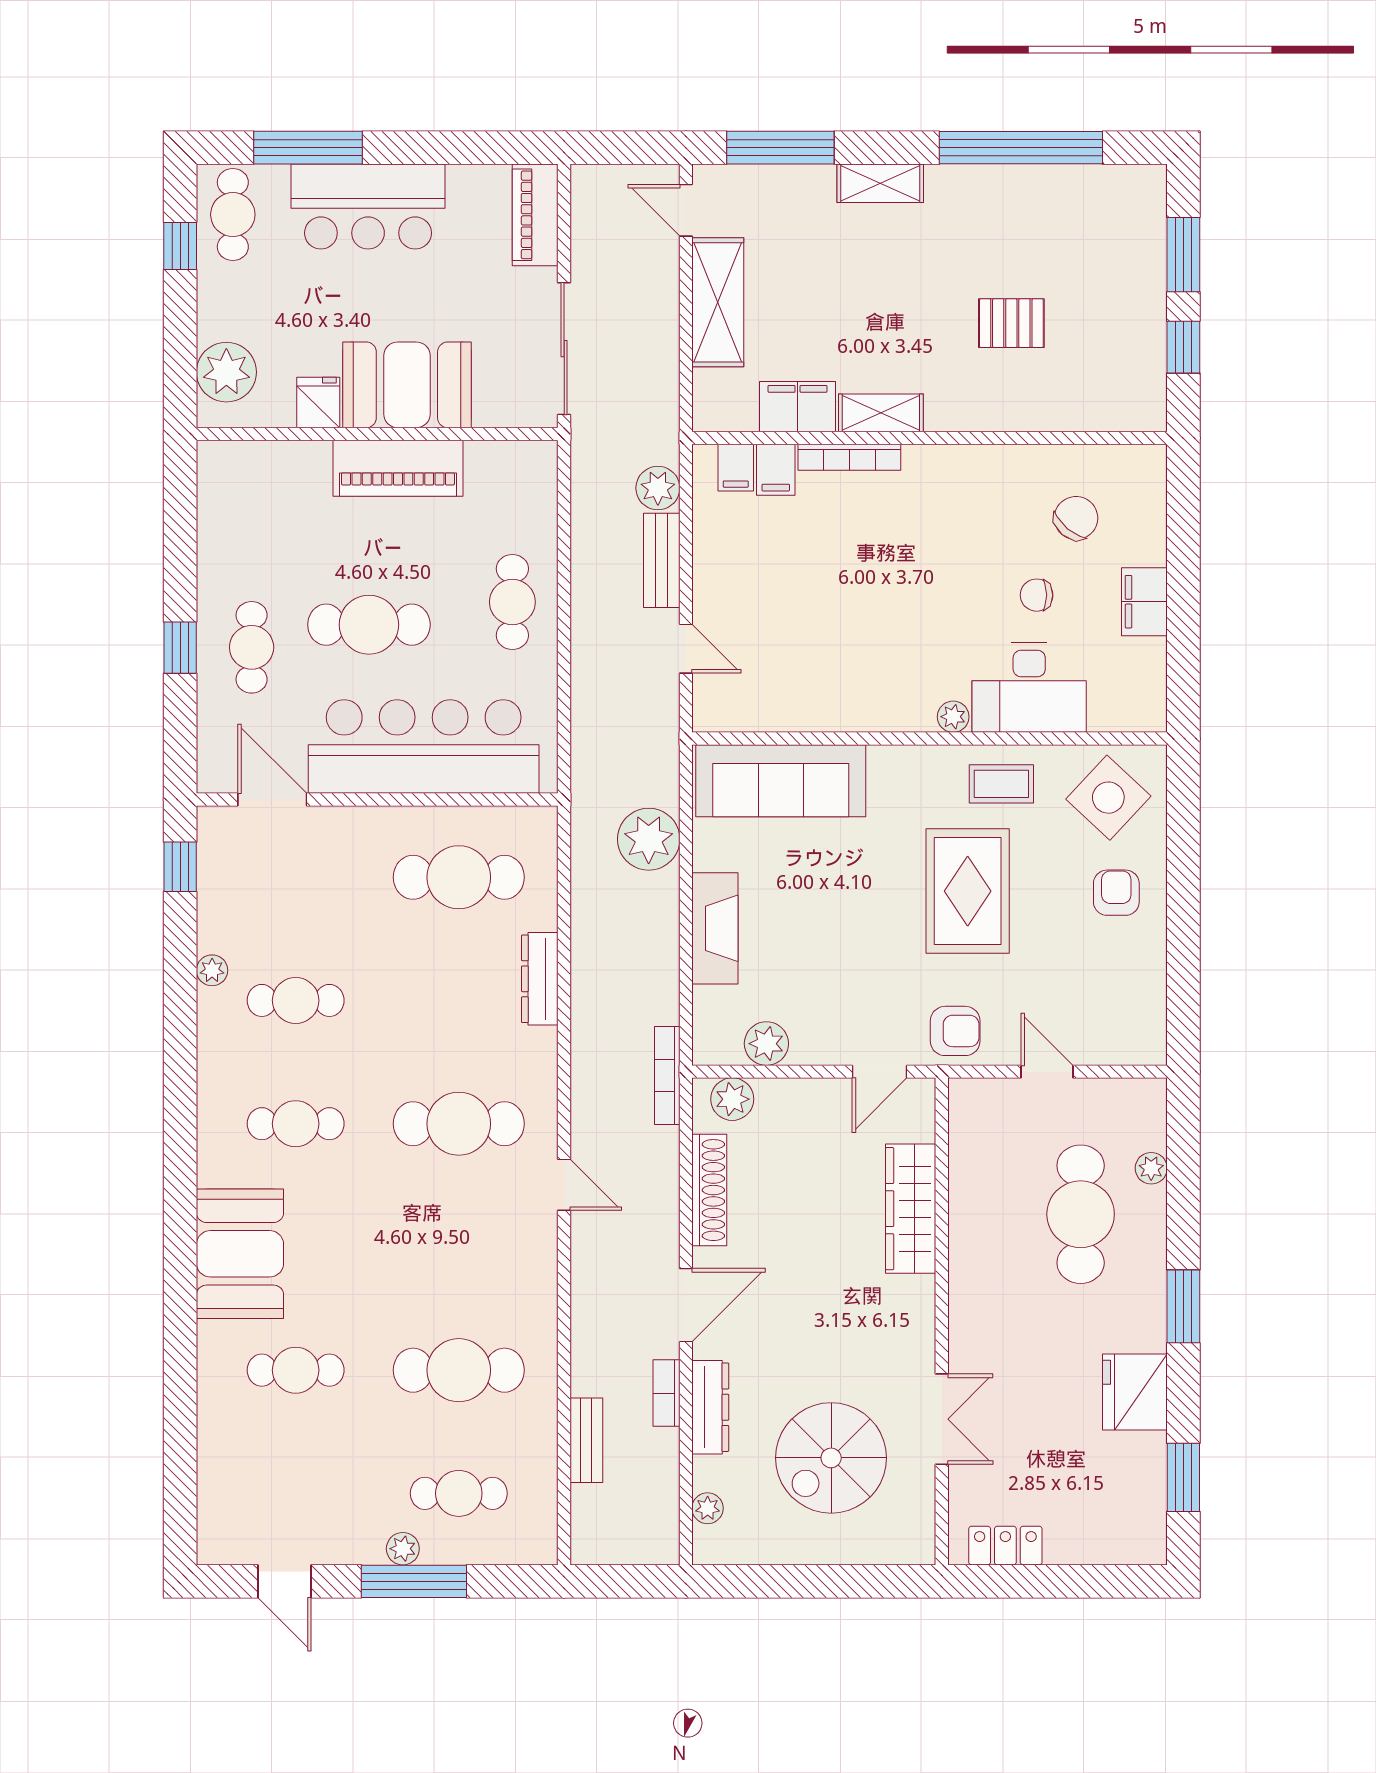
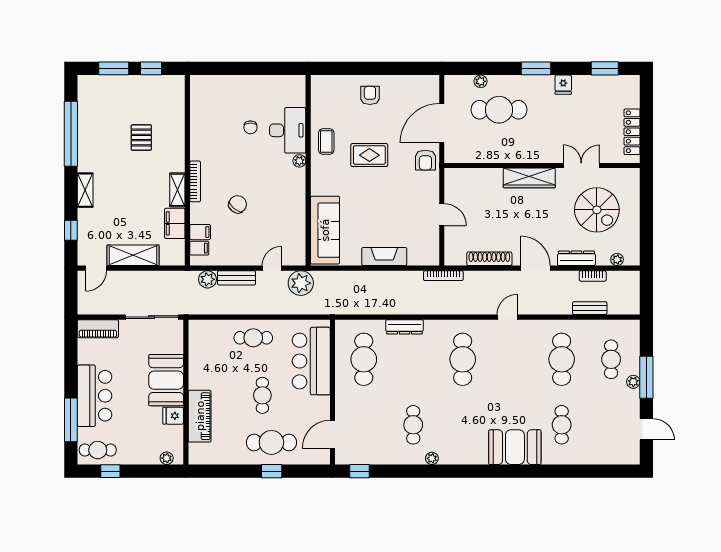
window: (780, 148) -> (71, 230), width x0.46
plant: (226, 372) -> (167, 458), width x0.53, depth x0.53
bookcase: (849, 457) -> (195, 181), moved
piano: (398, 468) -> (200, 416), moved
chair: (1076, 518) -> (238, 204), moved, turned 88
filing cabinet: (1144, 602) -> (253, 84), removed
cafe table: (369, 625) -> (262, 395), width x0.73, depth x0.74
cafe table: (252, 647) -> (271, 442), width x1.37, depth x1.35
bar counter: (424, 746) -> (311, 361), width x0.73
side table: (1108, 798) -> (332, 99), removed
plant: (649, 839) -> (301, 283), moved
rug: (968, 891) -> (369, 155), width x0.73, depth x0.70
armchair: (1116, 893) -> (370, 95), turned 90
plant: (212, 970) -> (432, 458), moved
armchair: (955, 1031) -> (425, 160), turned 180
plant: (766, 1044) -> (430, 236), removed
door: (880, 1072) -> (442, 215), moved
door: (1047, 1072) -> (442, 123), width x1.87
plant: (732, 1099) -> (453, 250), removed
cafe table: (296, 1124) -> (463, 425), removed
door: (564, 1185) -> (507, 317), moved
wardrobe: (911, 1209) -> (529, 178), moved
fridge: (1135, 1392) -> (563, 85), width x0.53, depth x0.75
bookcase: (666, 1393) -> (593, 276), moved
locker: (1005, 1546) -> (632, 132), width x1.53
door: (284, 1581) -> (646, 429), hinge flipped

